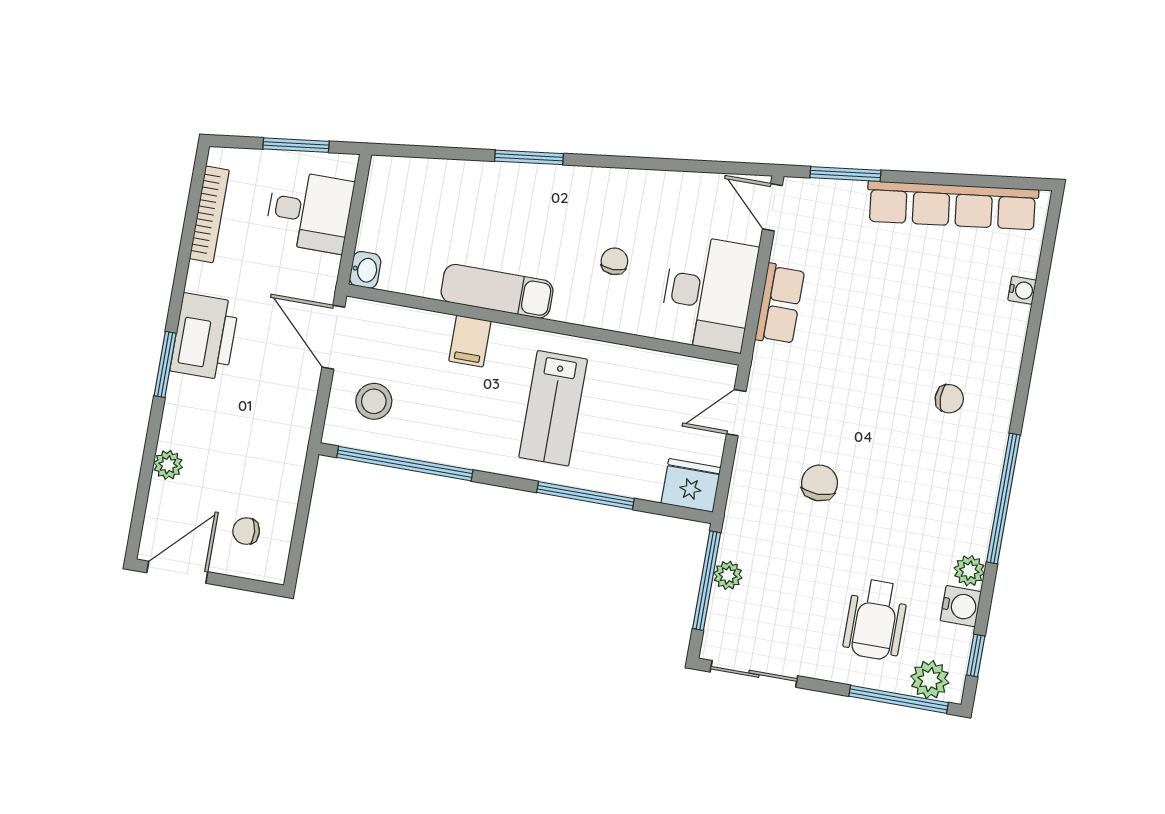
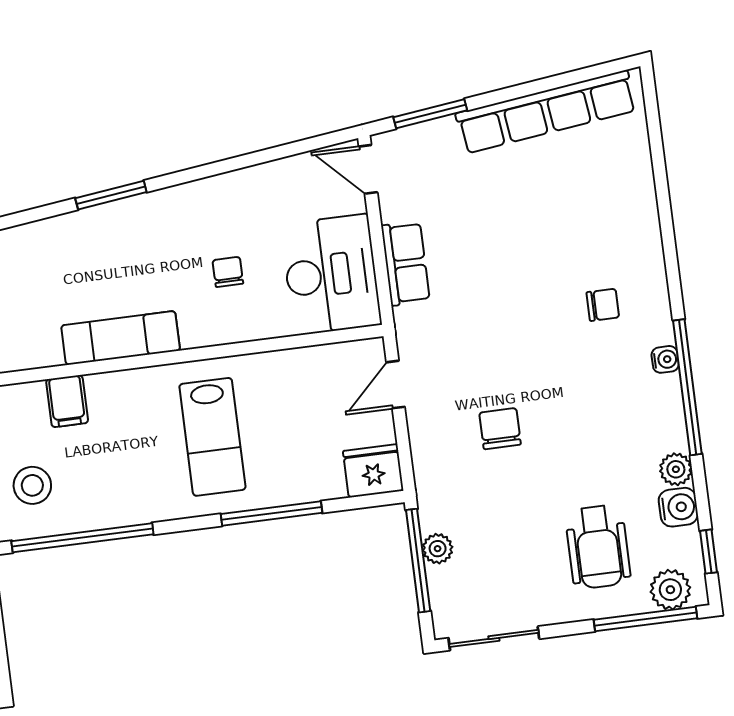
water cooler: (1022, 290) -> (665, 359), moved
filing cabinet: (470, 341) -> (67, 401), moved

